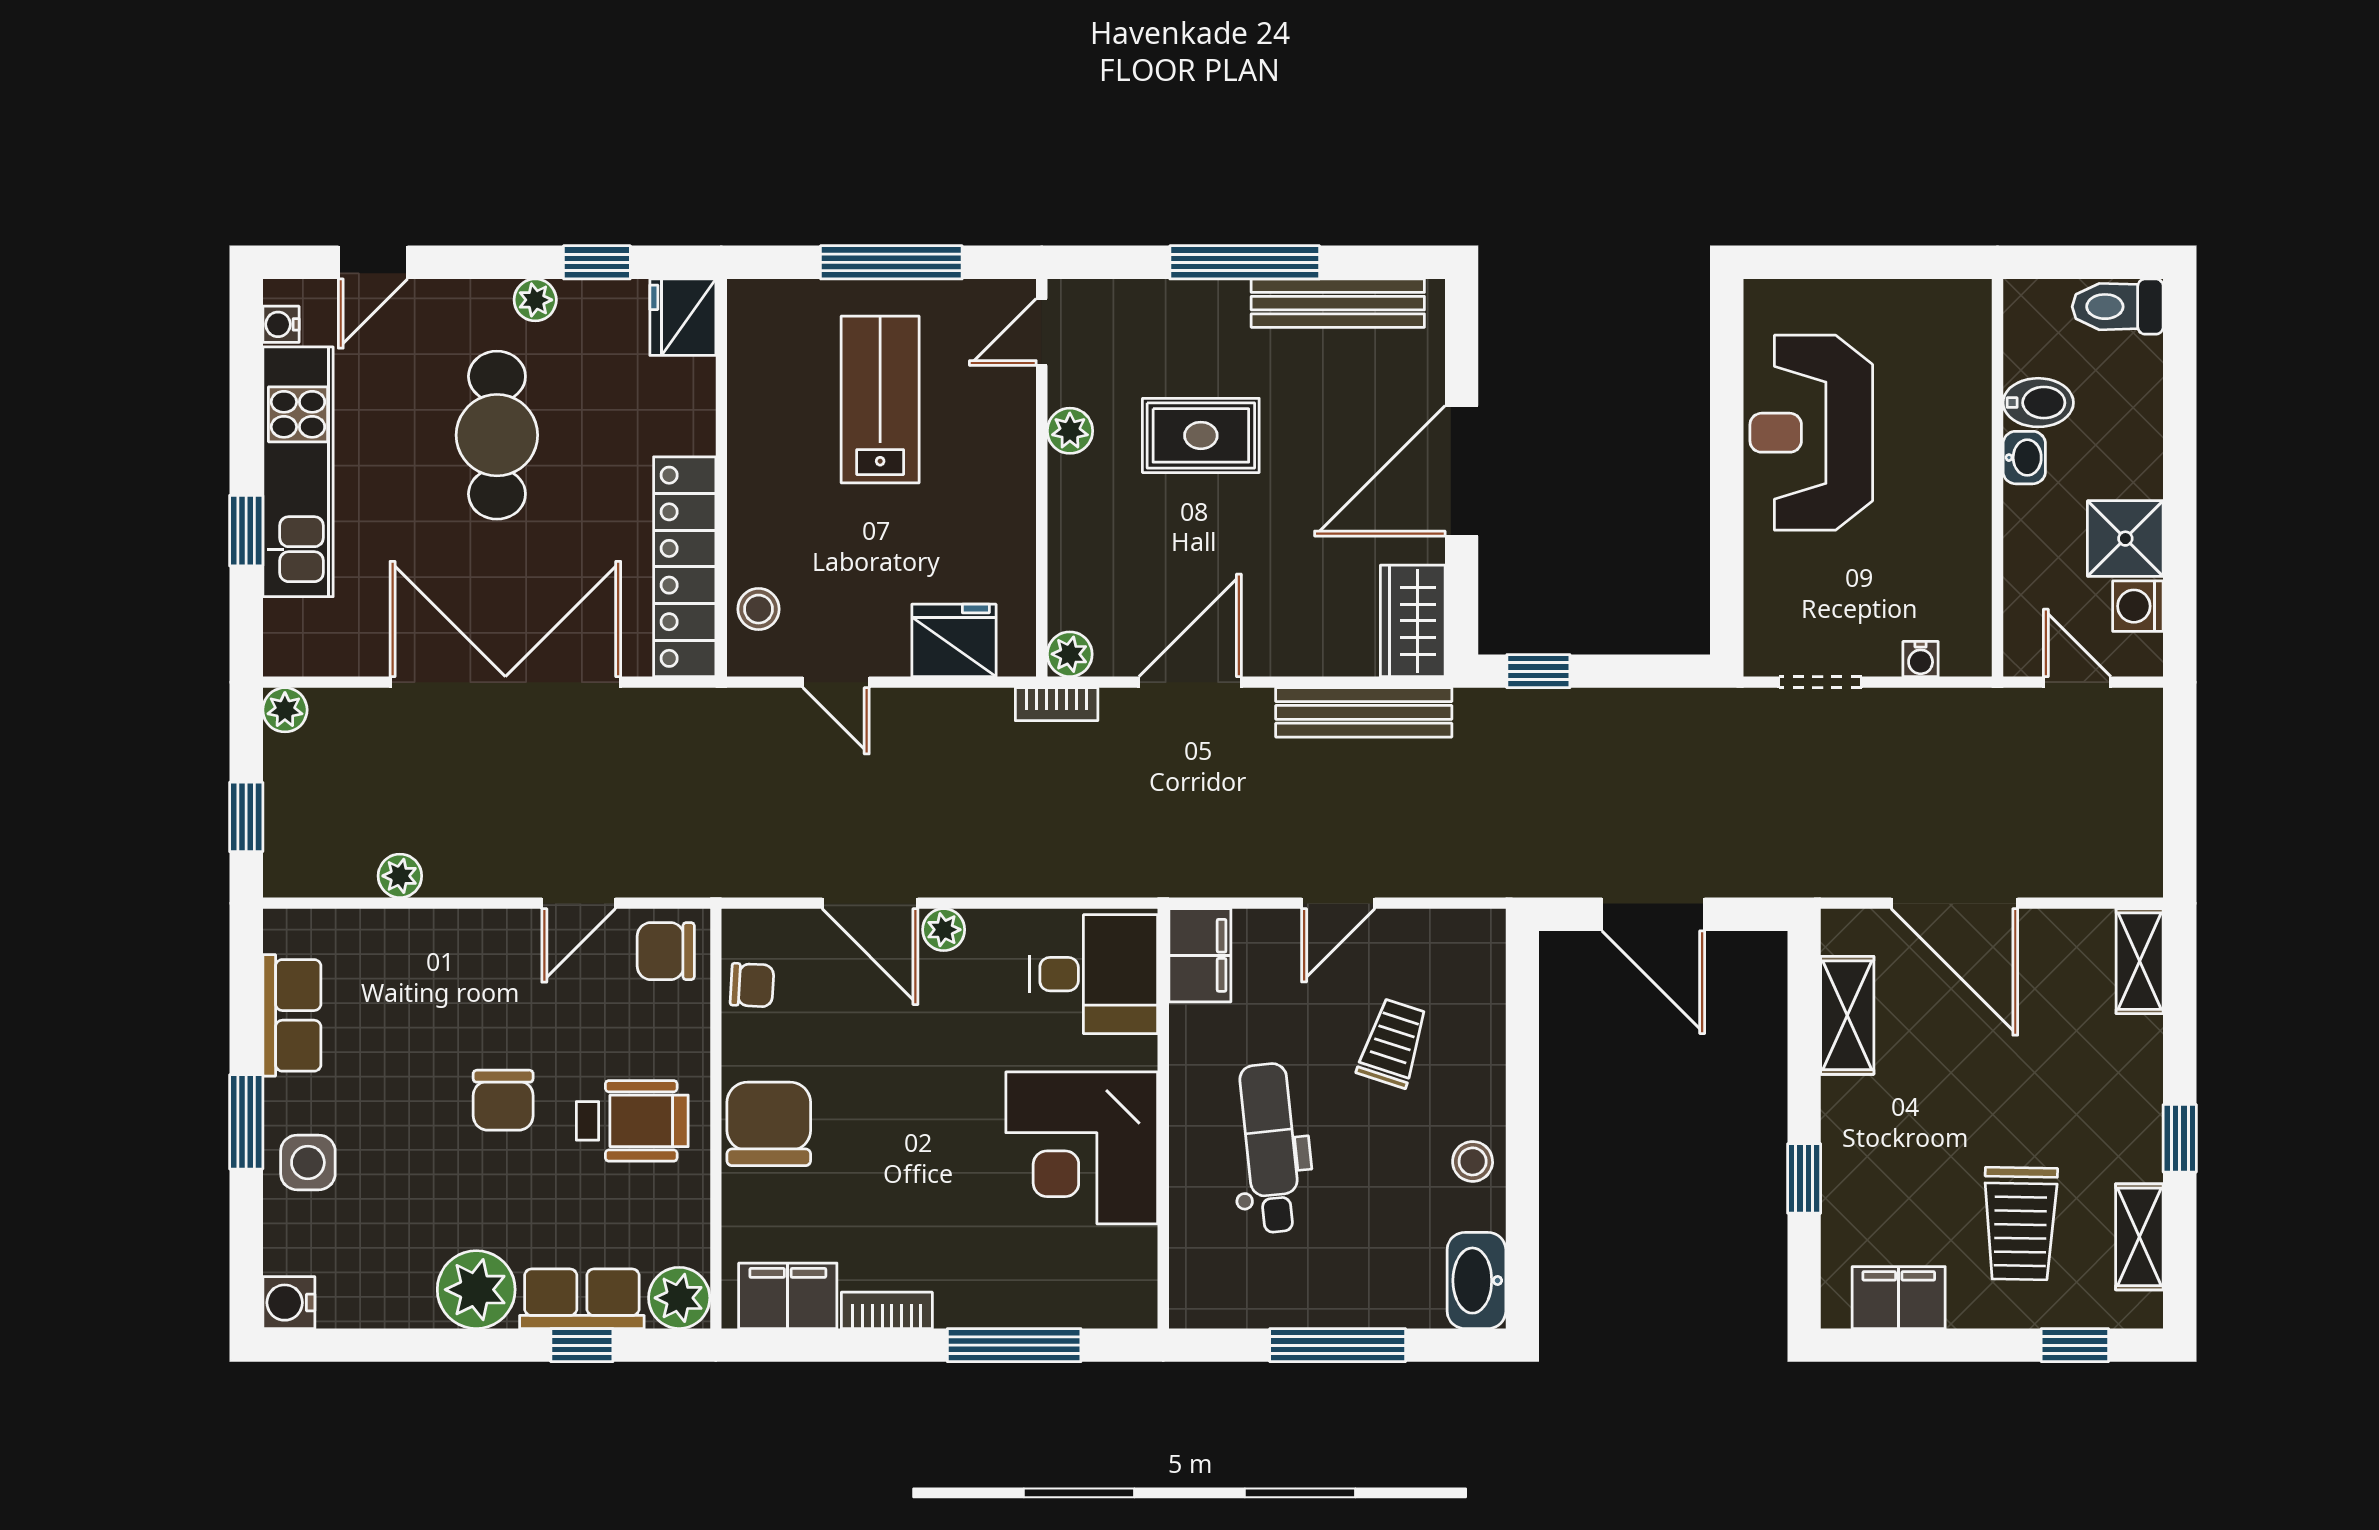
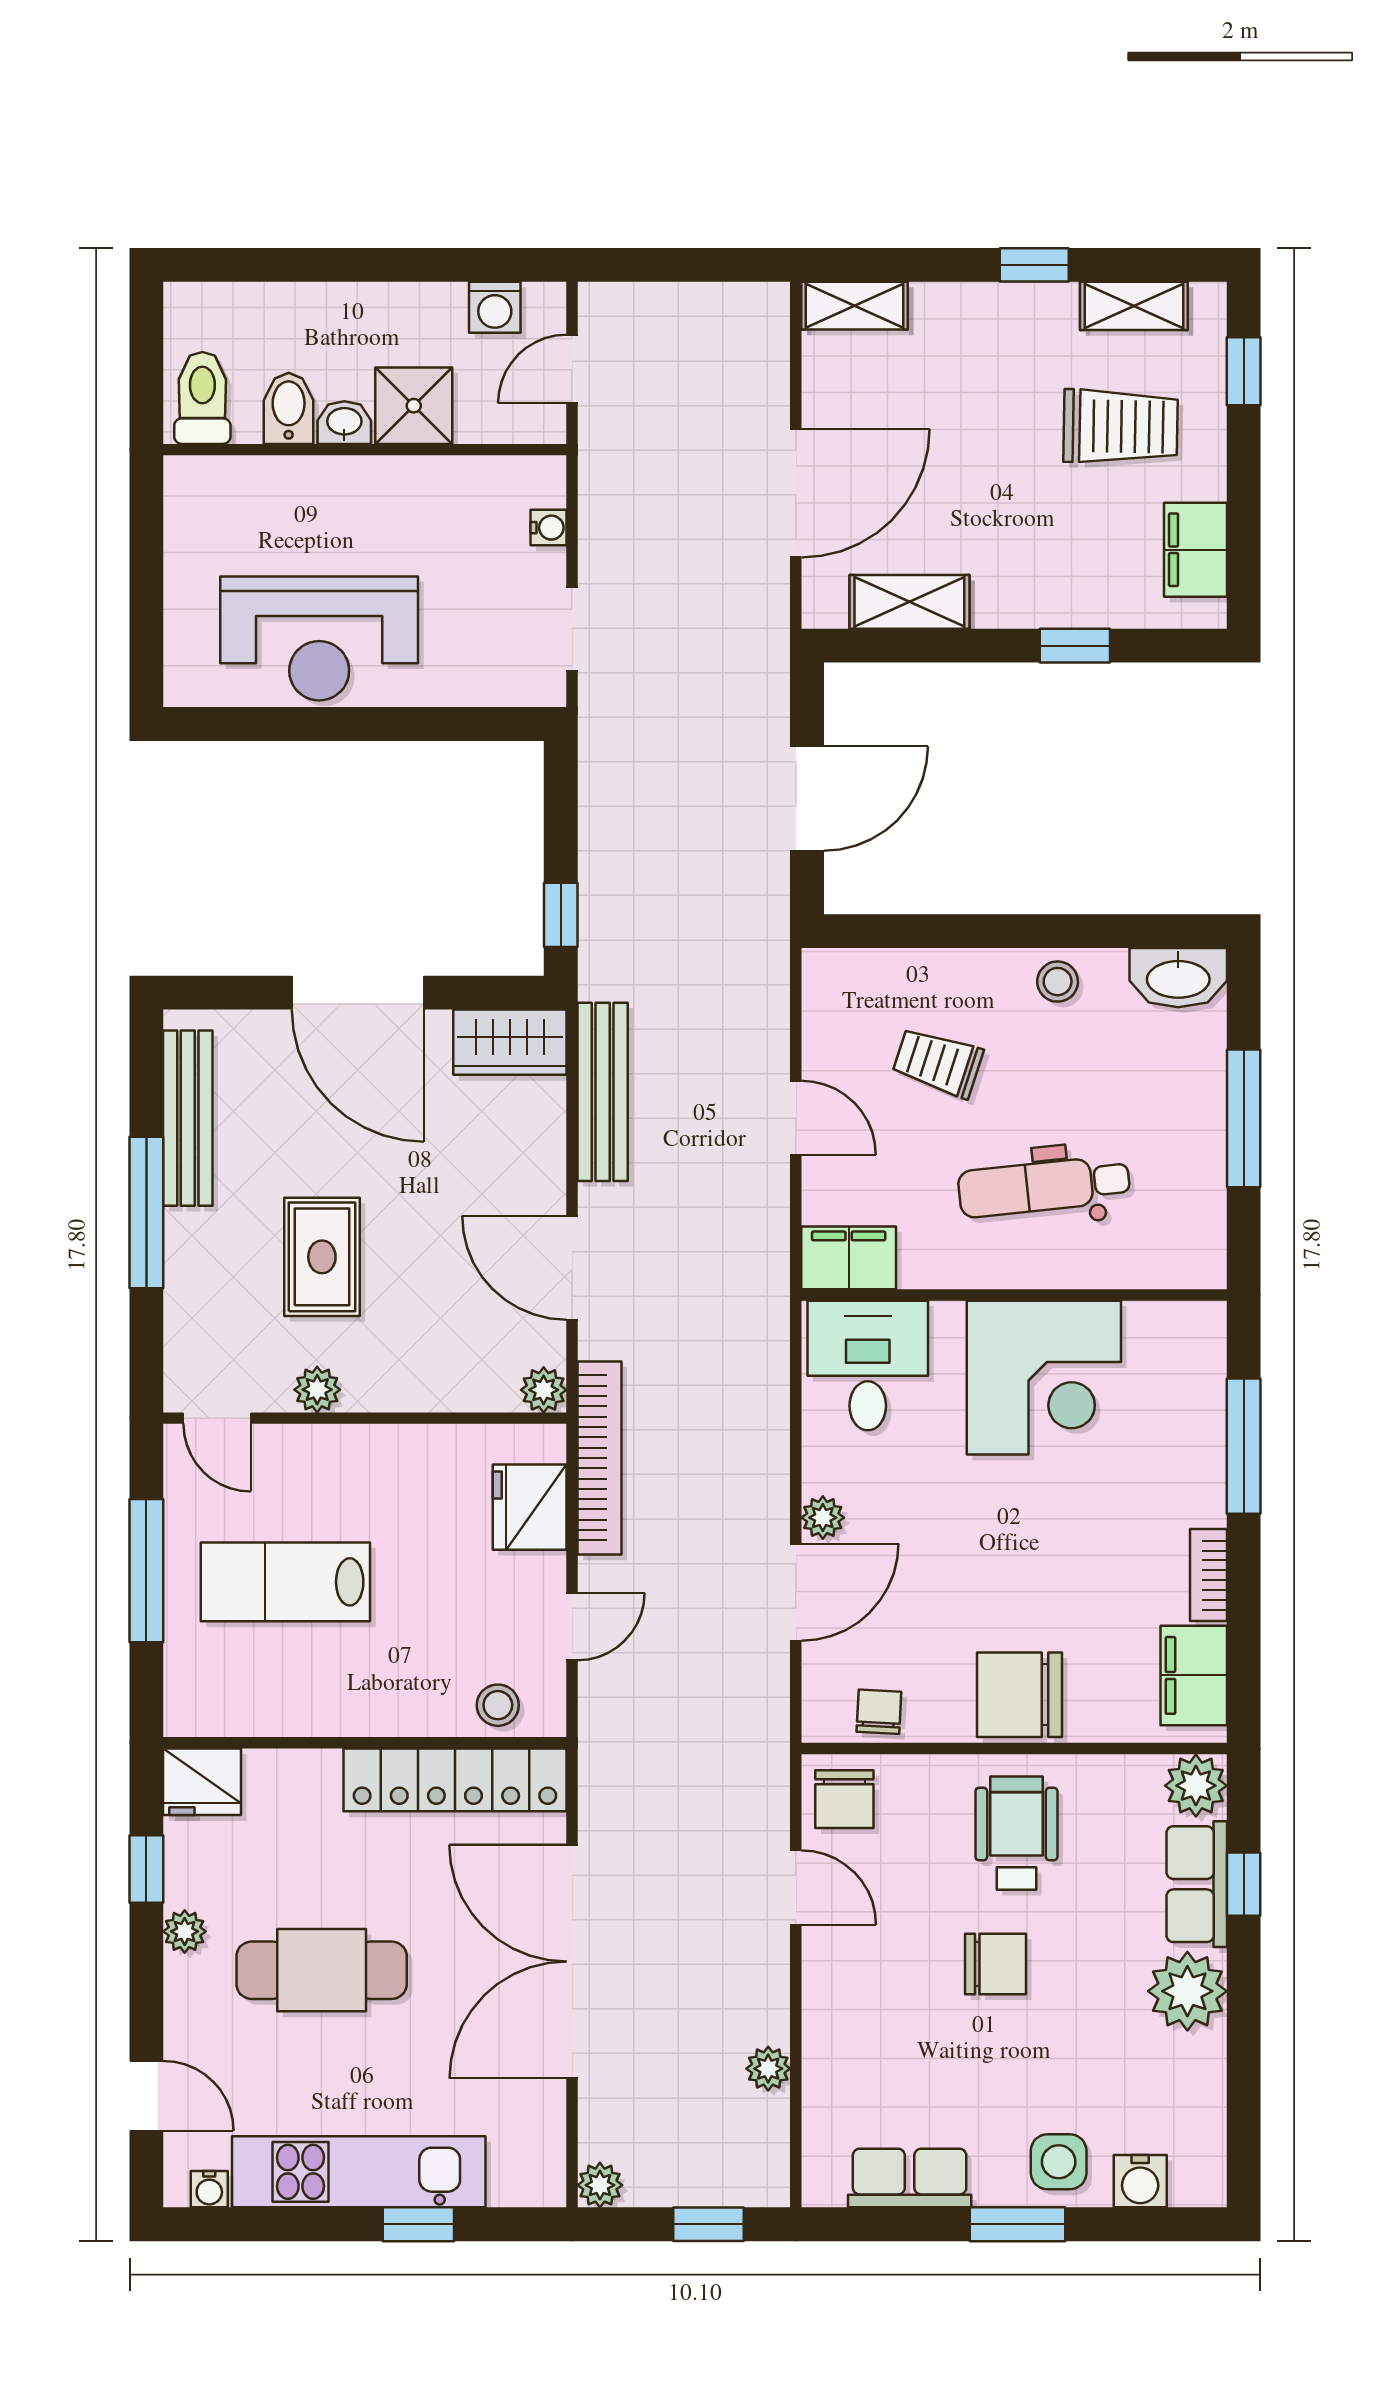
toilet: (2118, 307) -> (202, 398), moved, turned 180
shower: (2125, 539) -> (414, 406), moved
bookcase: (1057, 704) -> (599, 1458), width x2.31, depth x1.31
water cooler: (289, 1303) -> (1140, 2181), moved

